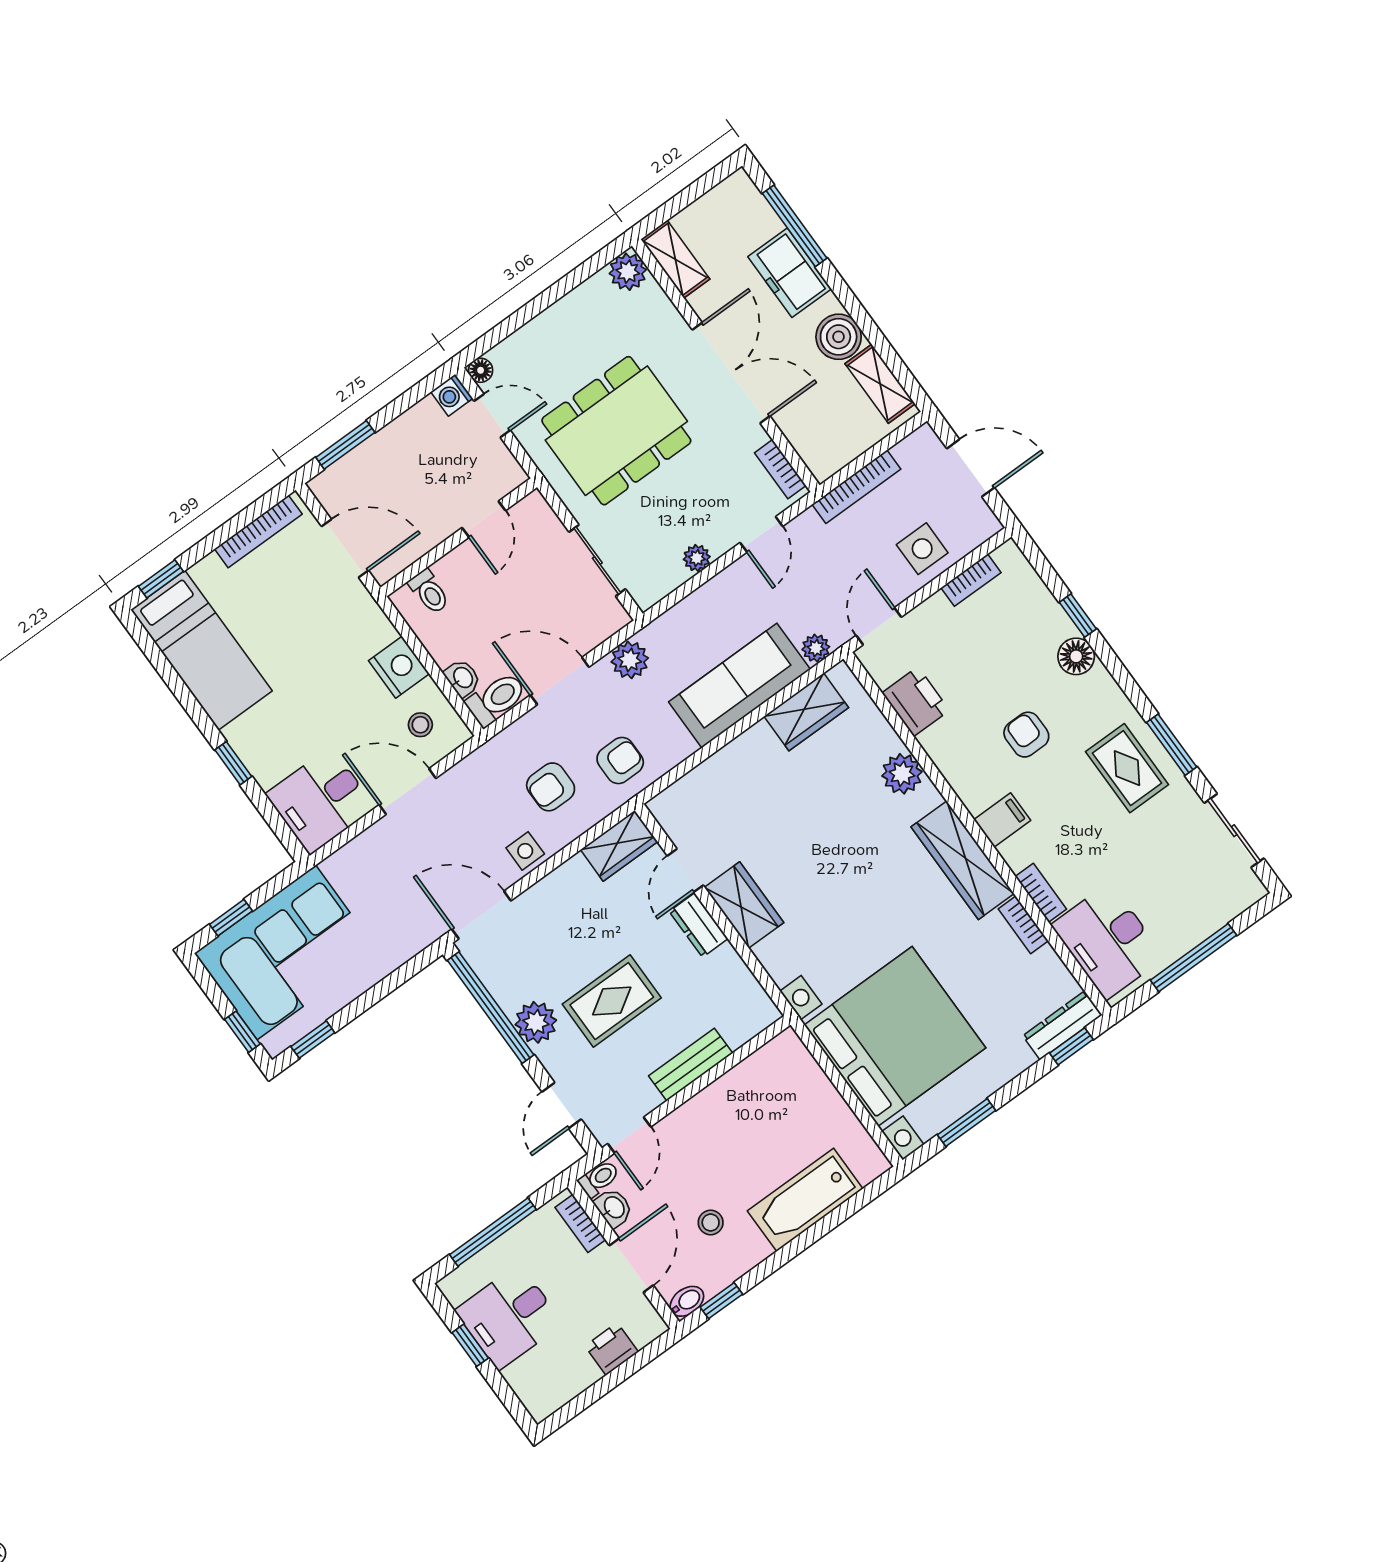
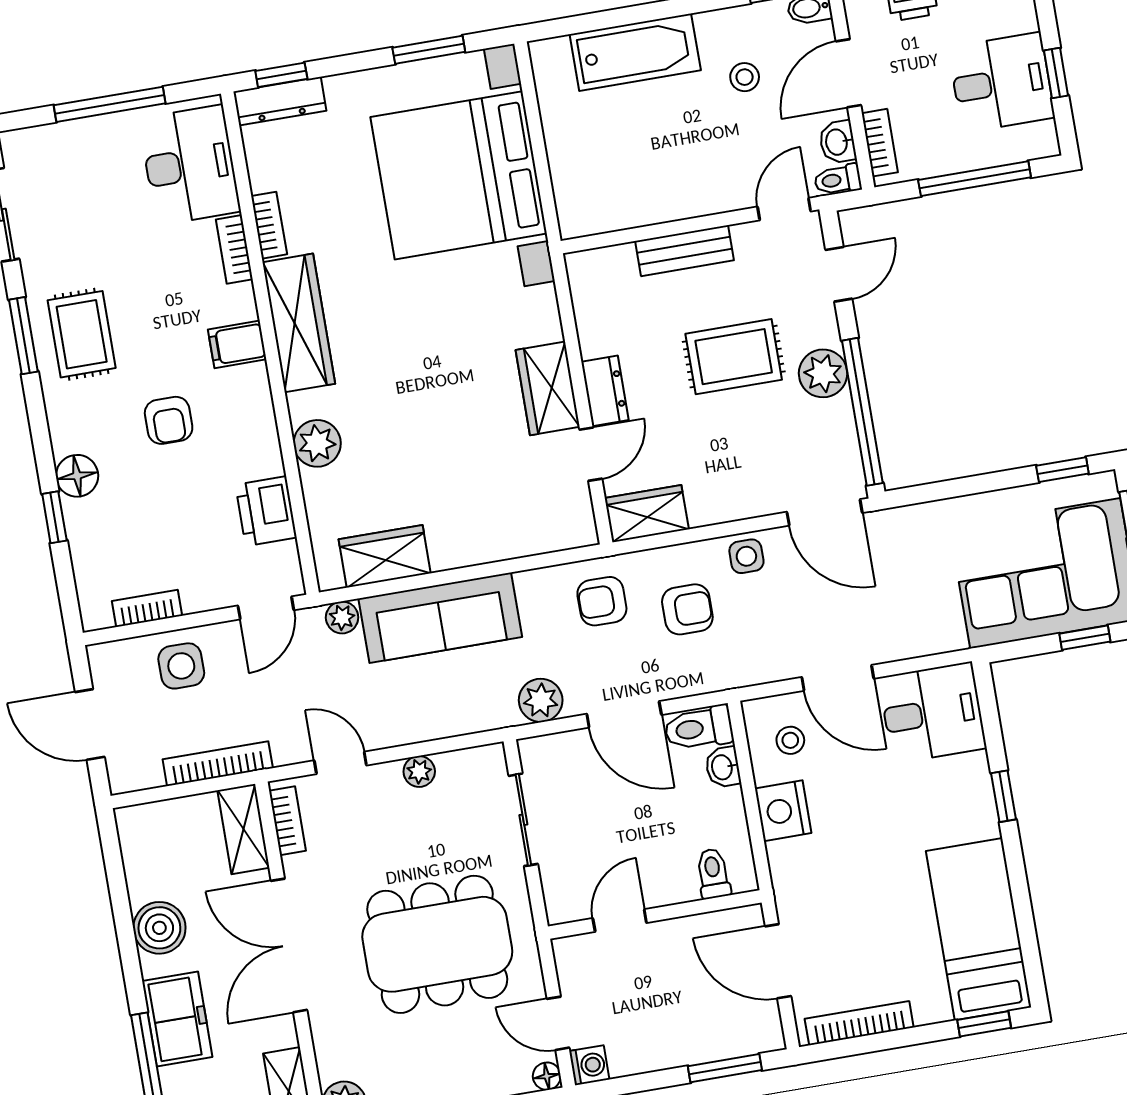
shelving: (880, 384) -> (243, 829), moved
door: (761, 534) -> (340, 763), hinge flipped

